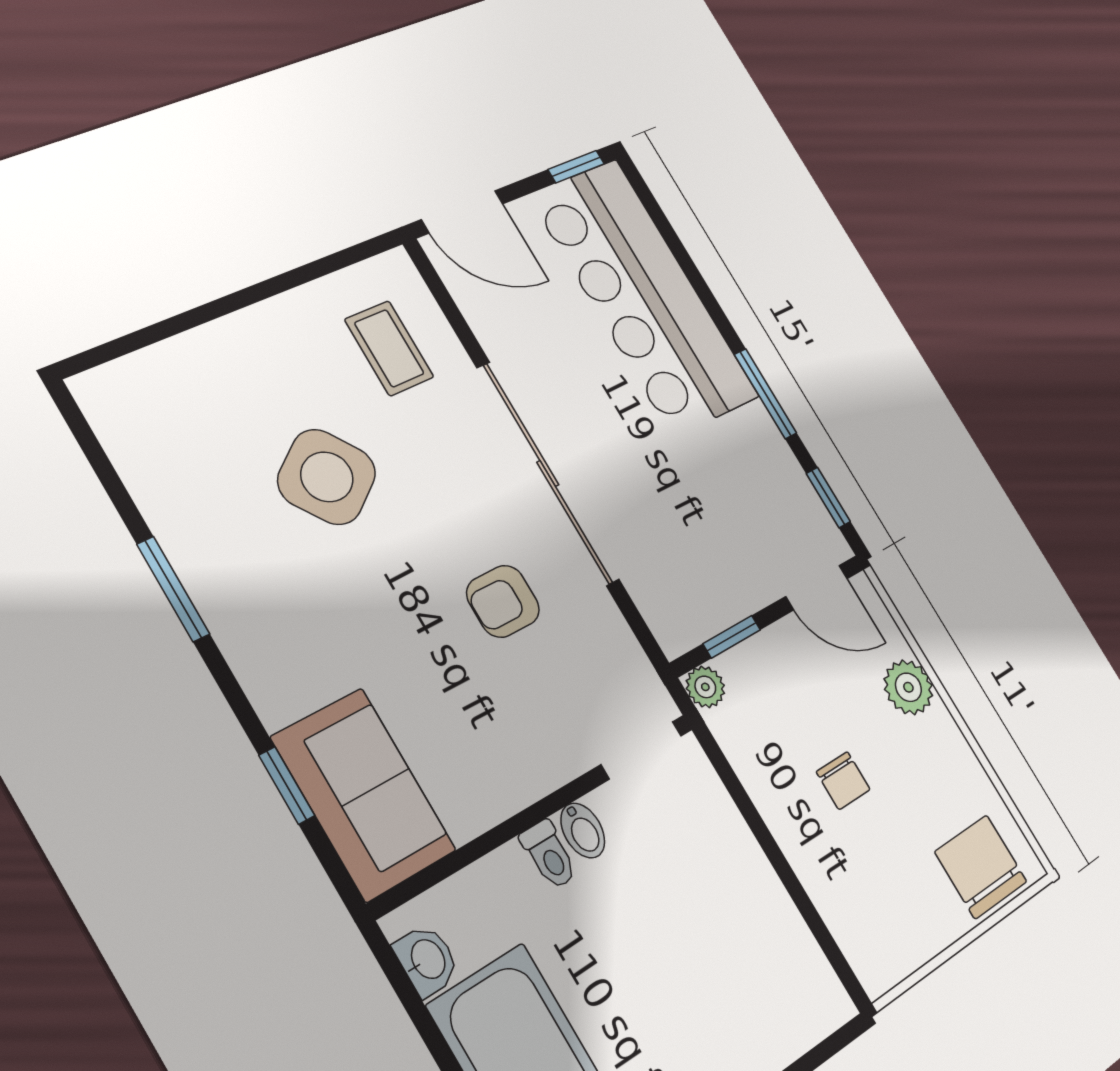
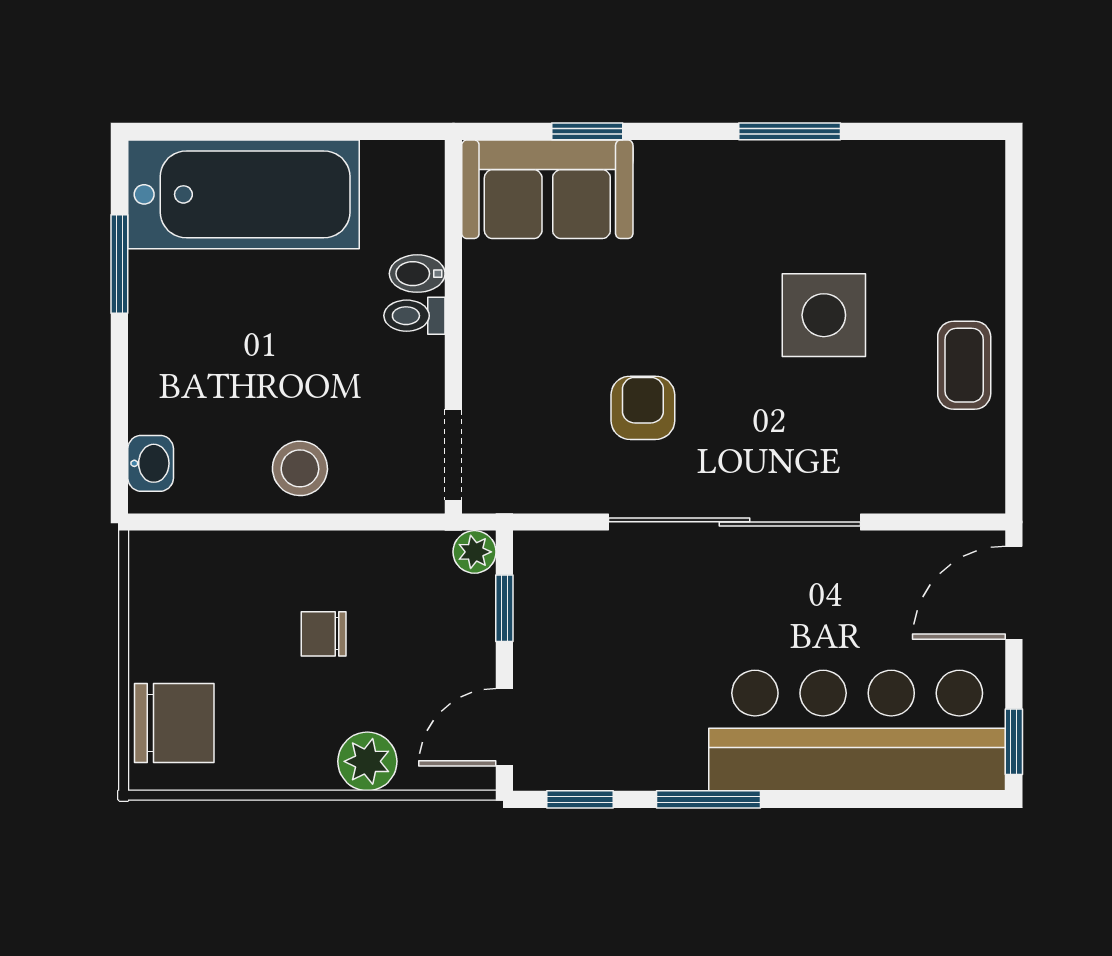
coffee table: (389, 348) -> (964, 365), moved, turned 90
side table: (327, 477) -> (824, 315), turned 36
bidet: (583, 830) -> (417, 274), moved
stool: (734, 881) -> (300, 468), added
washbasin: (427, 960) -> (151, 463), moved, turned -90

